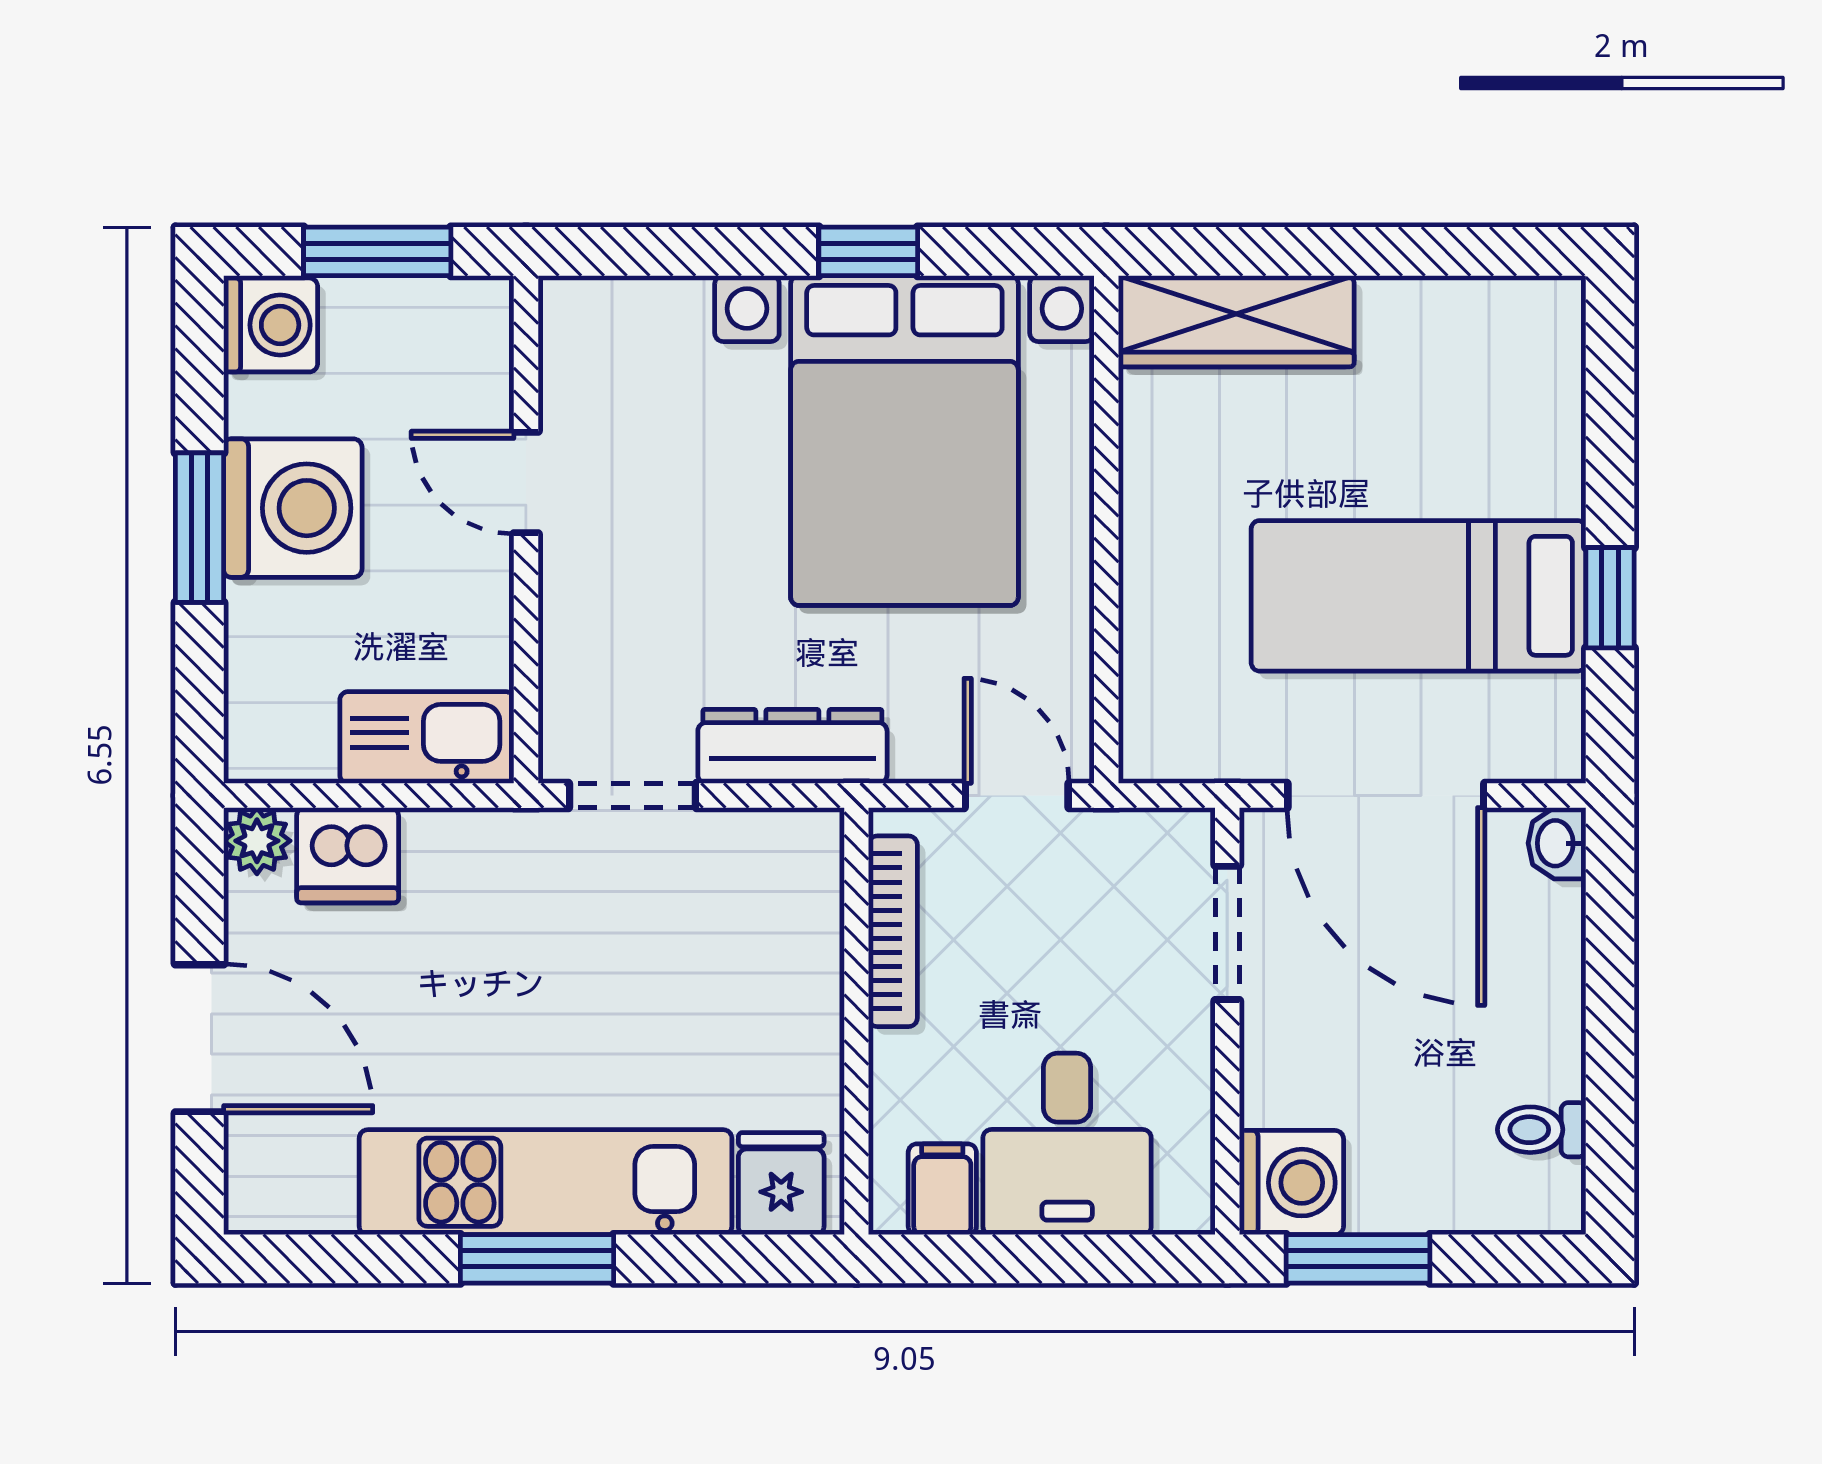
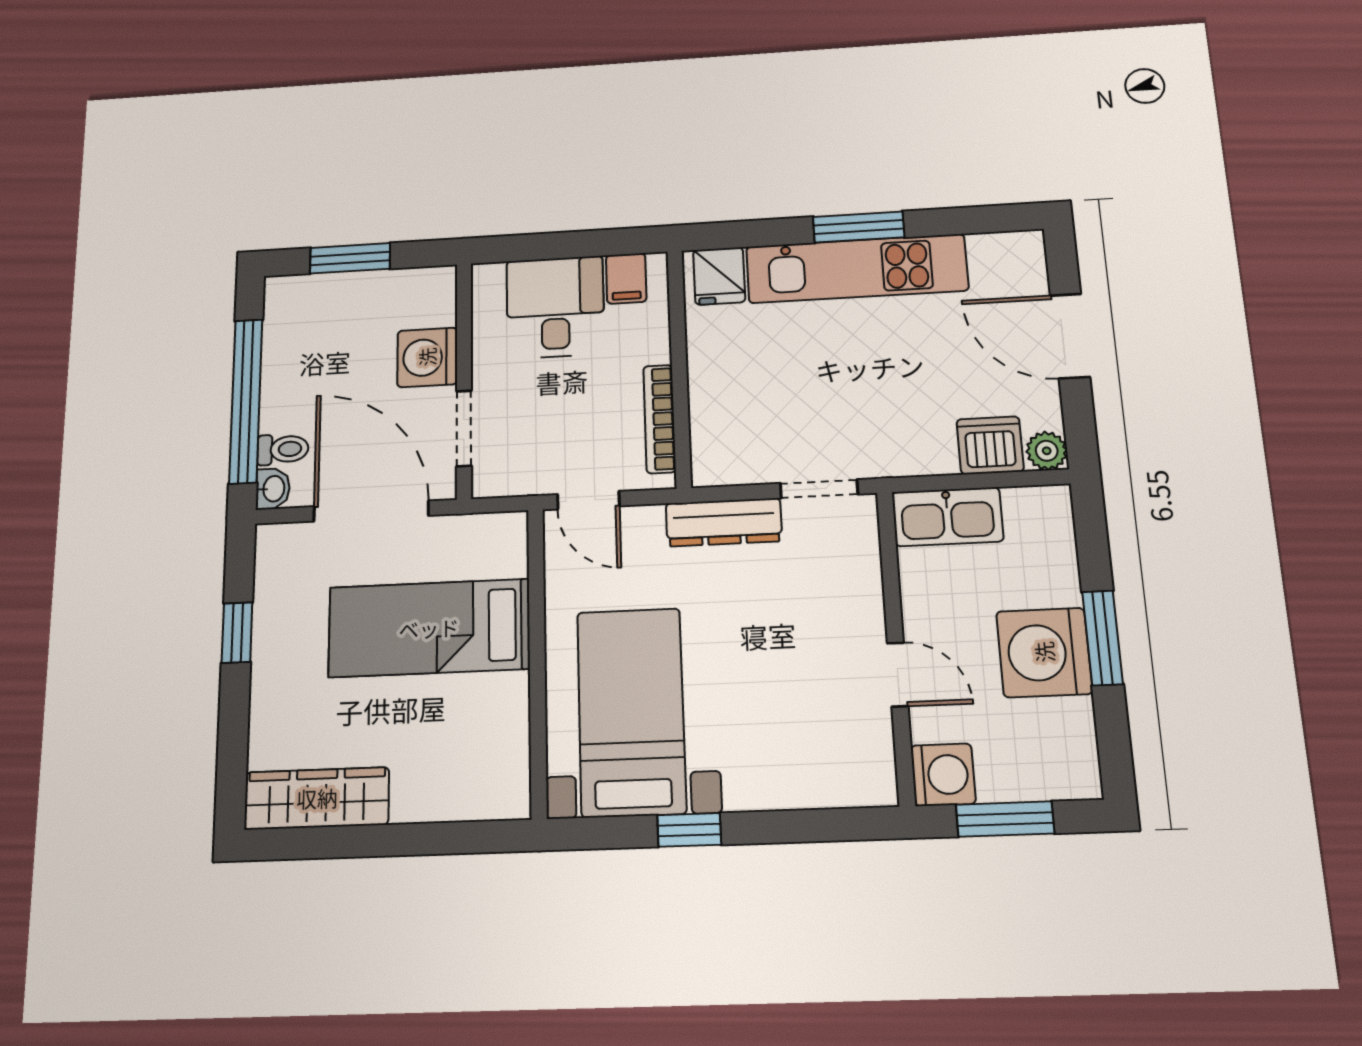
wardrobe: (1236, 321) -> (317, 798), moved
washing machine: (271, 325) -> (943, 775), moved, turned 180
bed with nightstands: (904, 441) -> (631, 712), width x0.73
bed: (1418, 596) -> (429, 628), moved, turned 180
window: (1610, 1004) -> (246, 401), added
toilet: (1542, 1130) -> (283, 449), moved
washing machine: (1291, 1183) -> (427, 357), moved
window: (1358, 1259) -> (350, 258), moved

